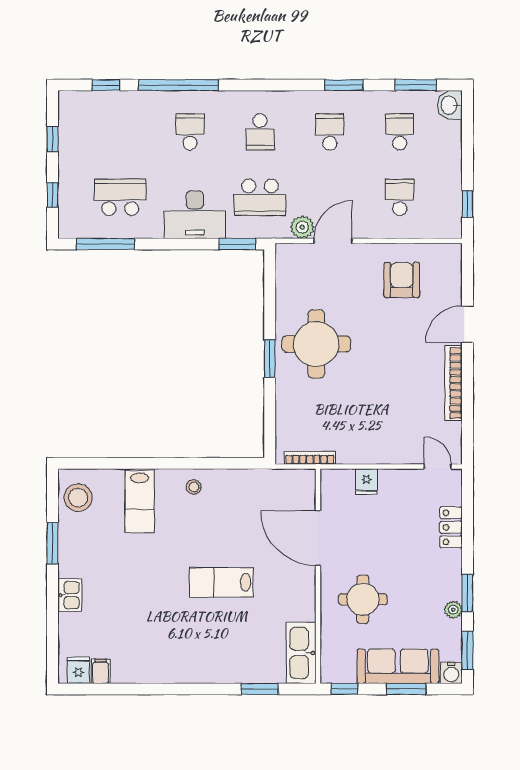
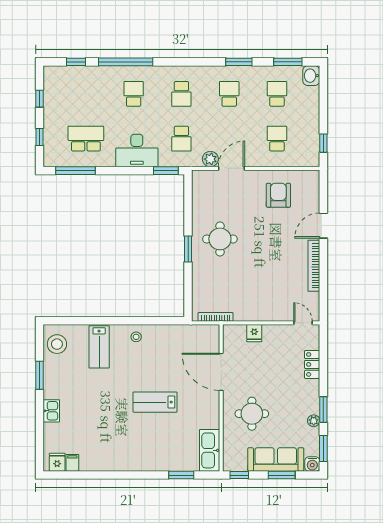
school desk: (260, 197) -> (181, 139), width x0.54
round table: (316, 344) -> (220, 239), width x0.73, depth x0.73

